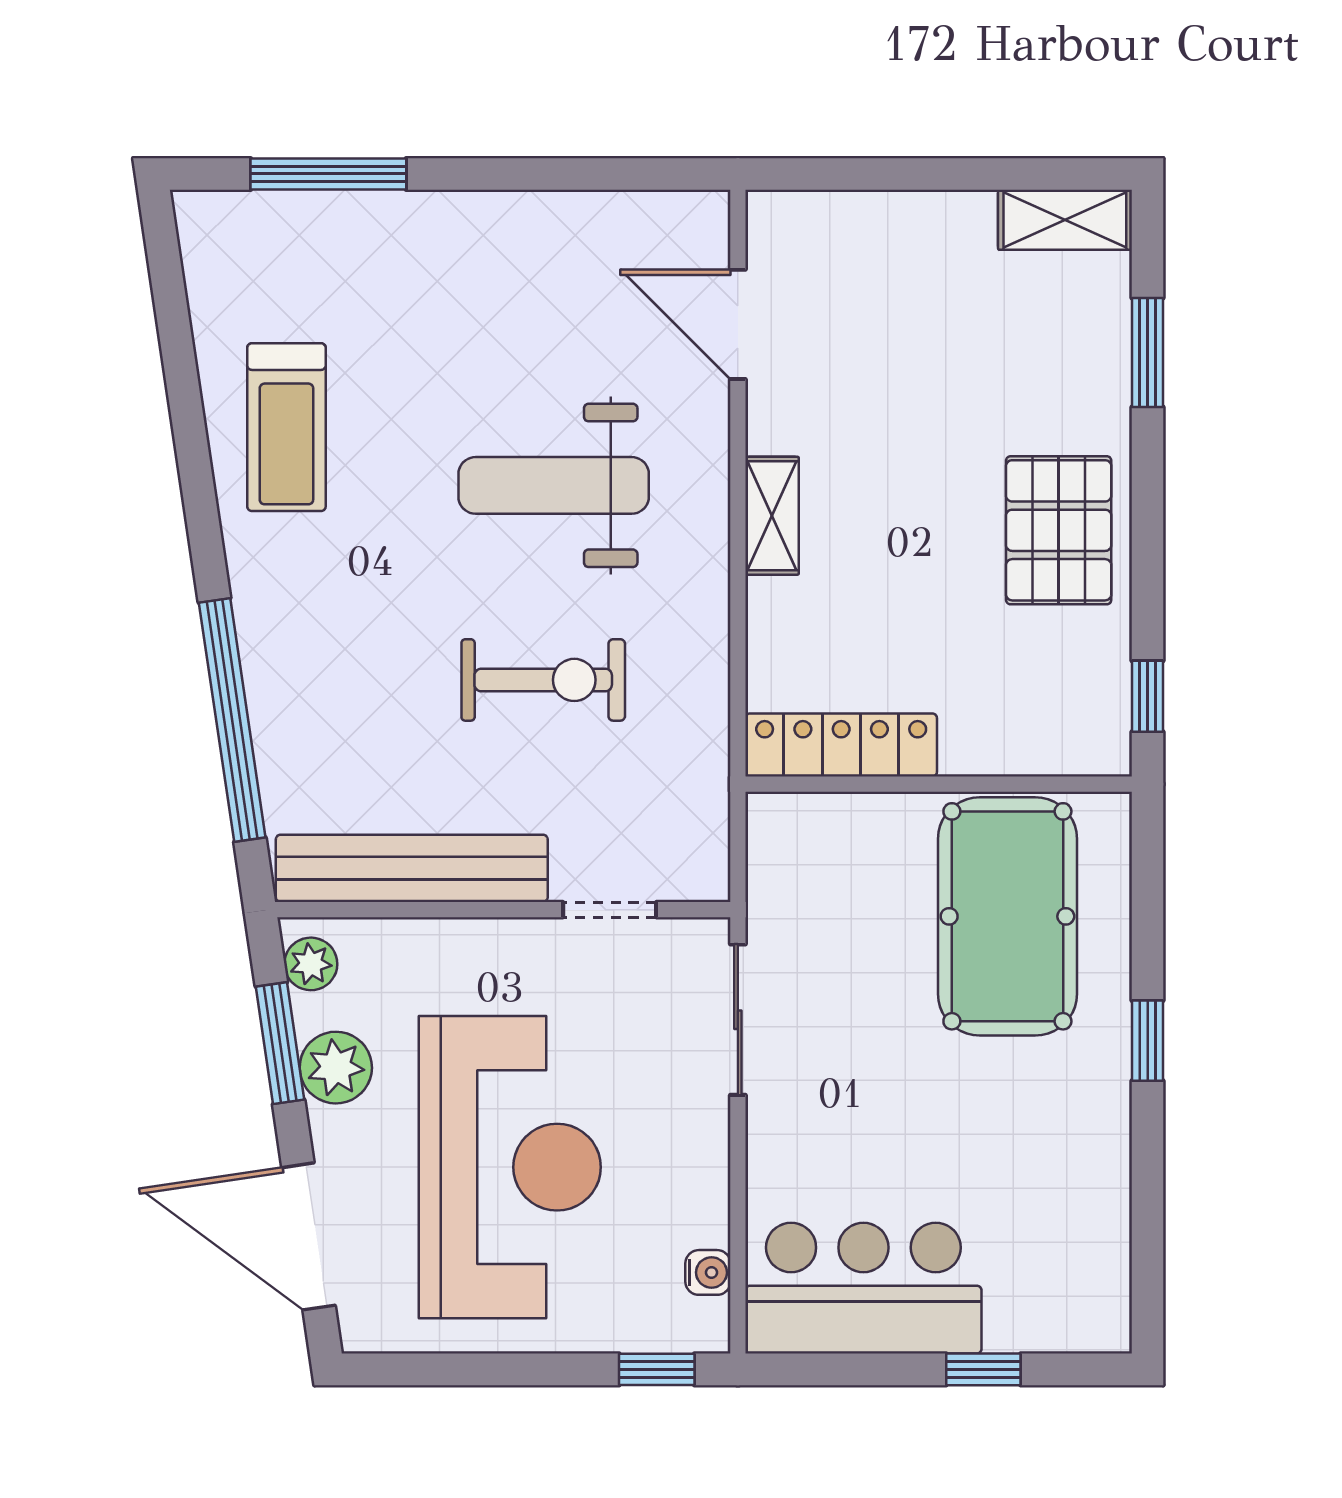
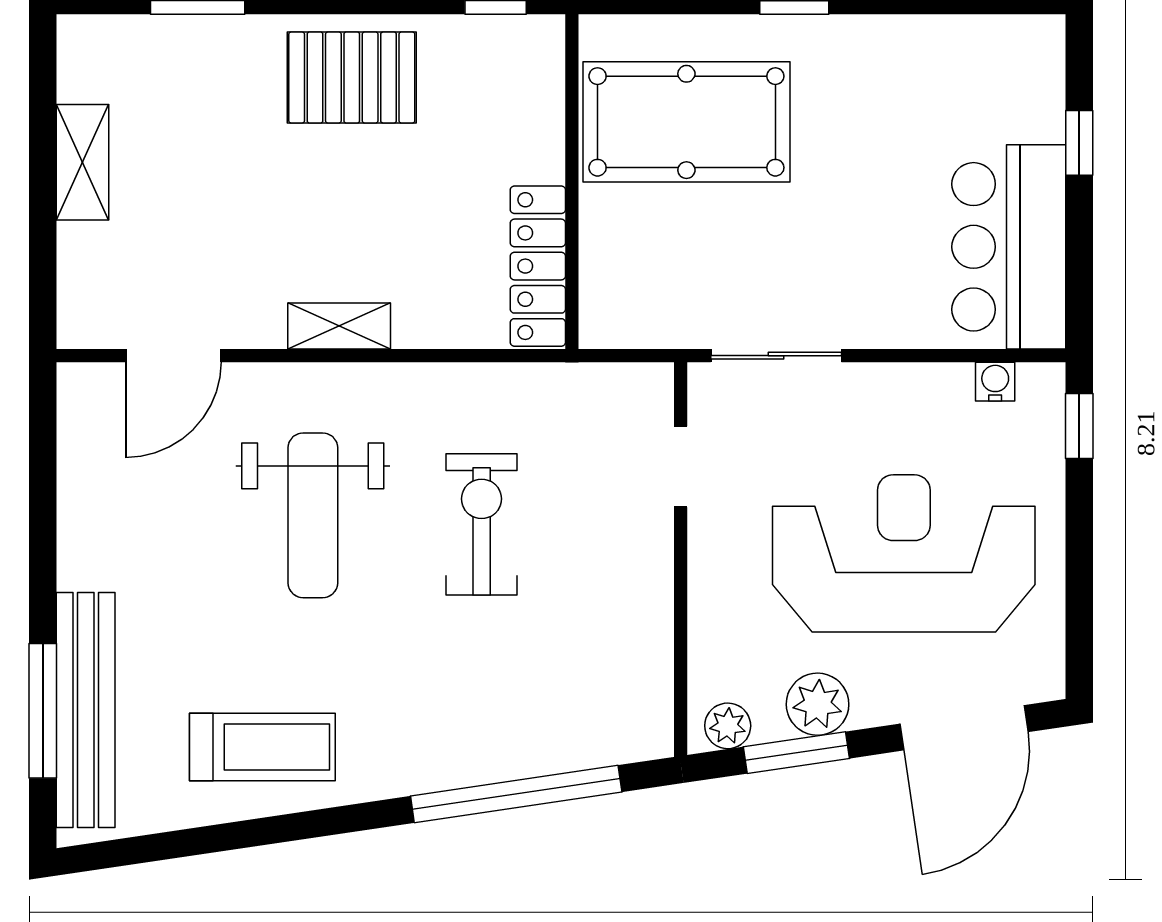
shelving: (1065, 220) -> (83, 162), moved
bench: (412, 868) -> (86, 710), moved

